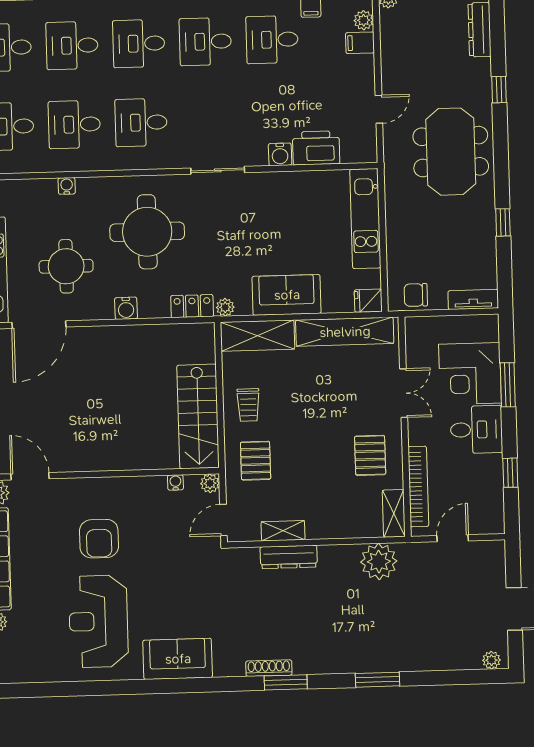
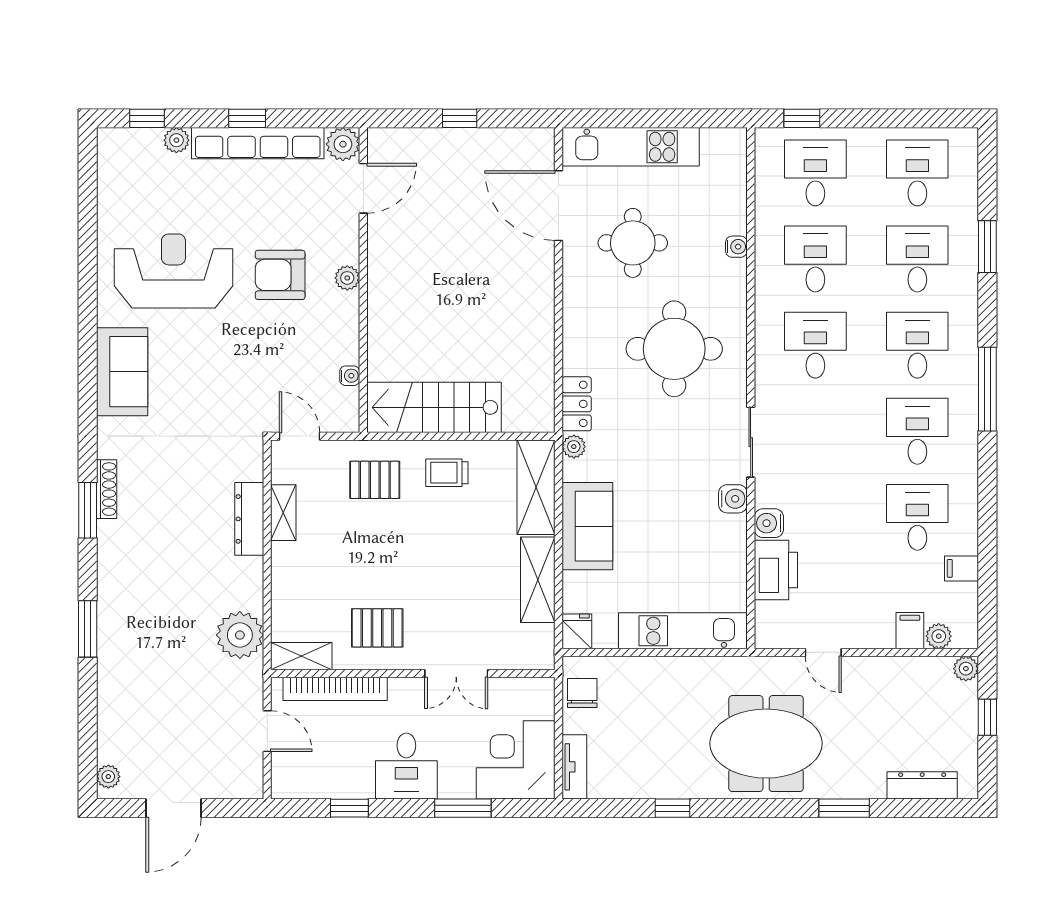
window: (499, 90) -> (844, 808), width x1.50
water cooler: (126, 308) -> (733, 499), moved, turned 180
shelving: (345, 332) -> (538, 580), width x0.68
corner desk: (470, 374) -> (516, 760), moved
plant: (210, 483) -> (347, 278), moved

